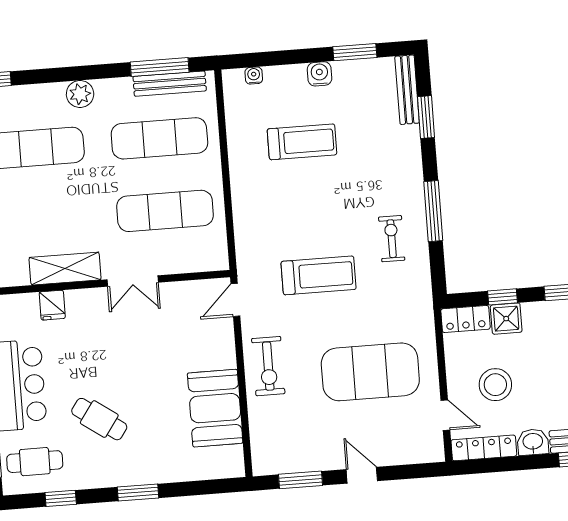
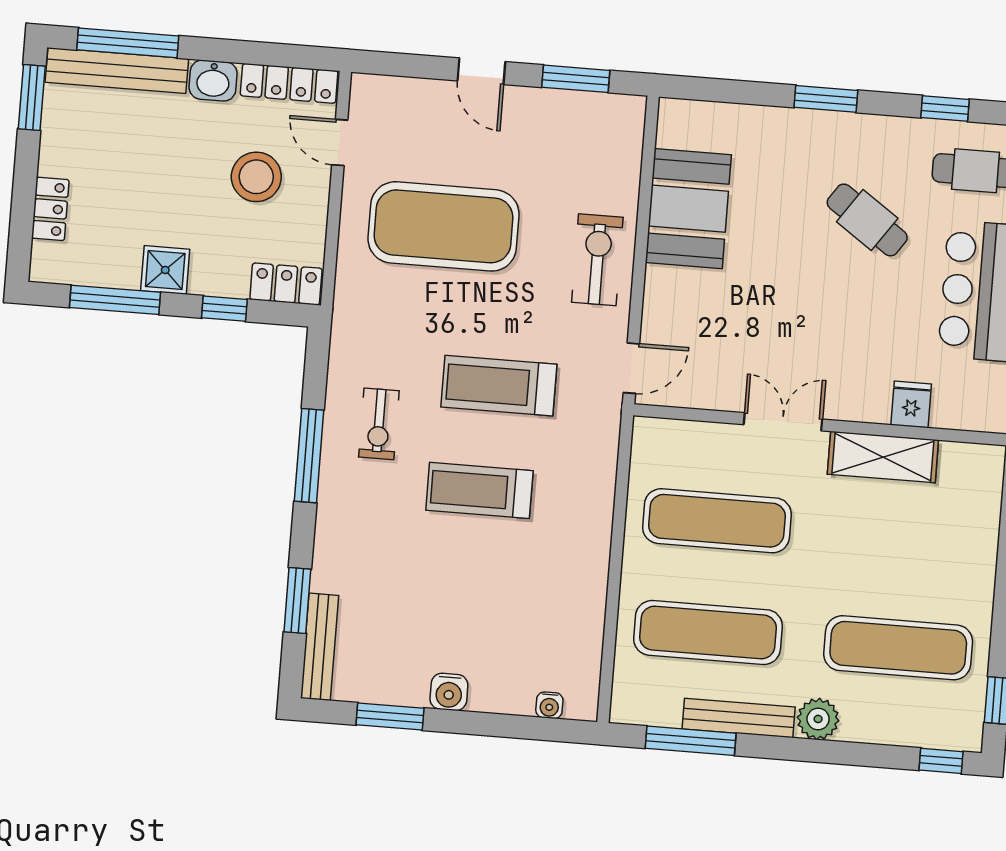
bench: (170, 84) -> (739, 718), moved
treadmill: (302, 142) -> (479, 490), moved
shower: (506, 319) -> (165, 270), moved

